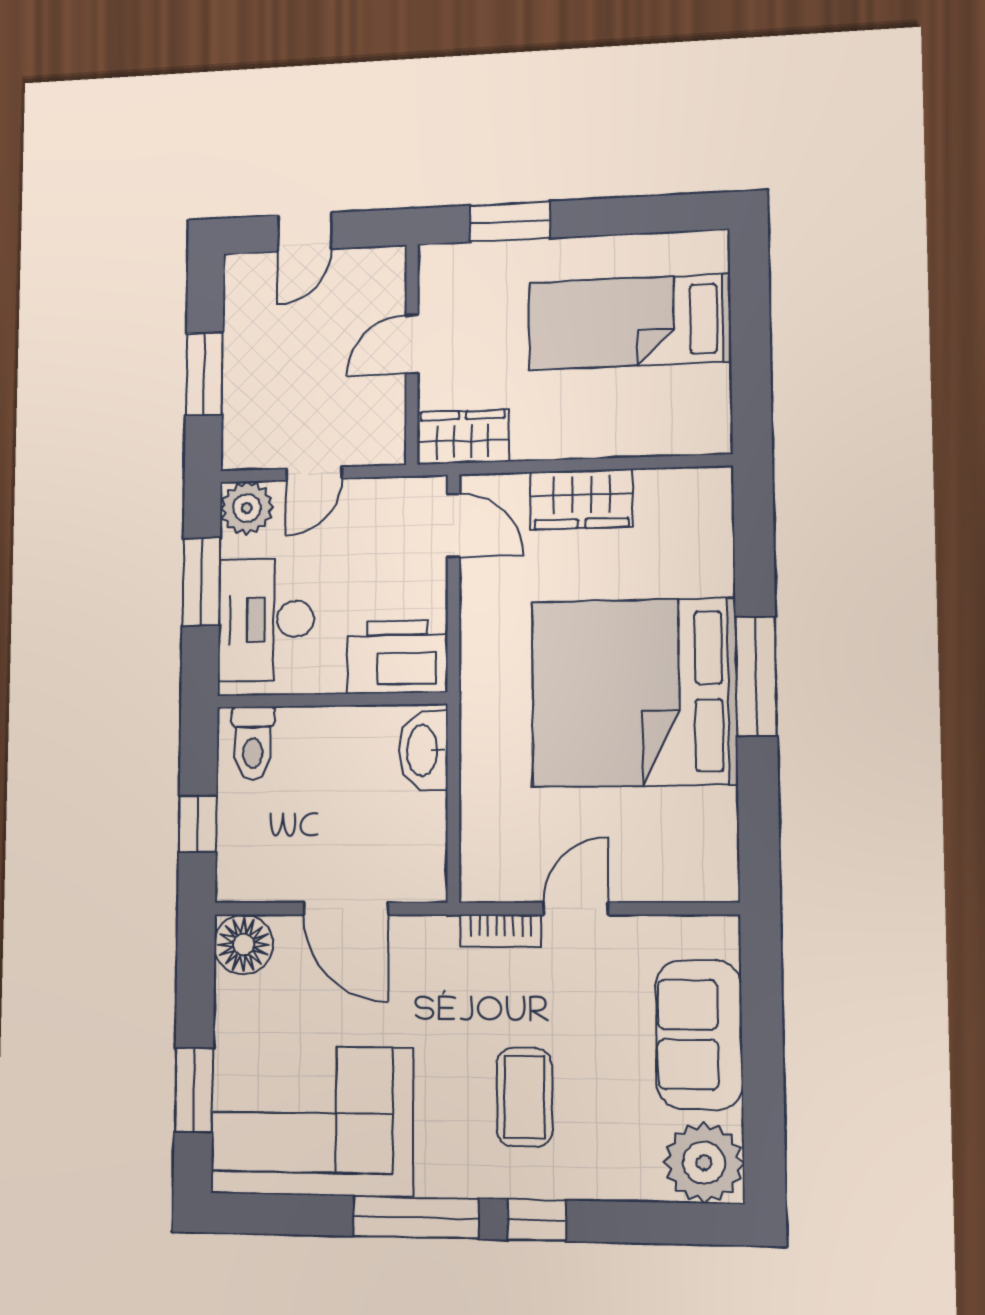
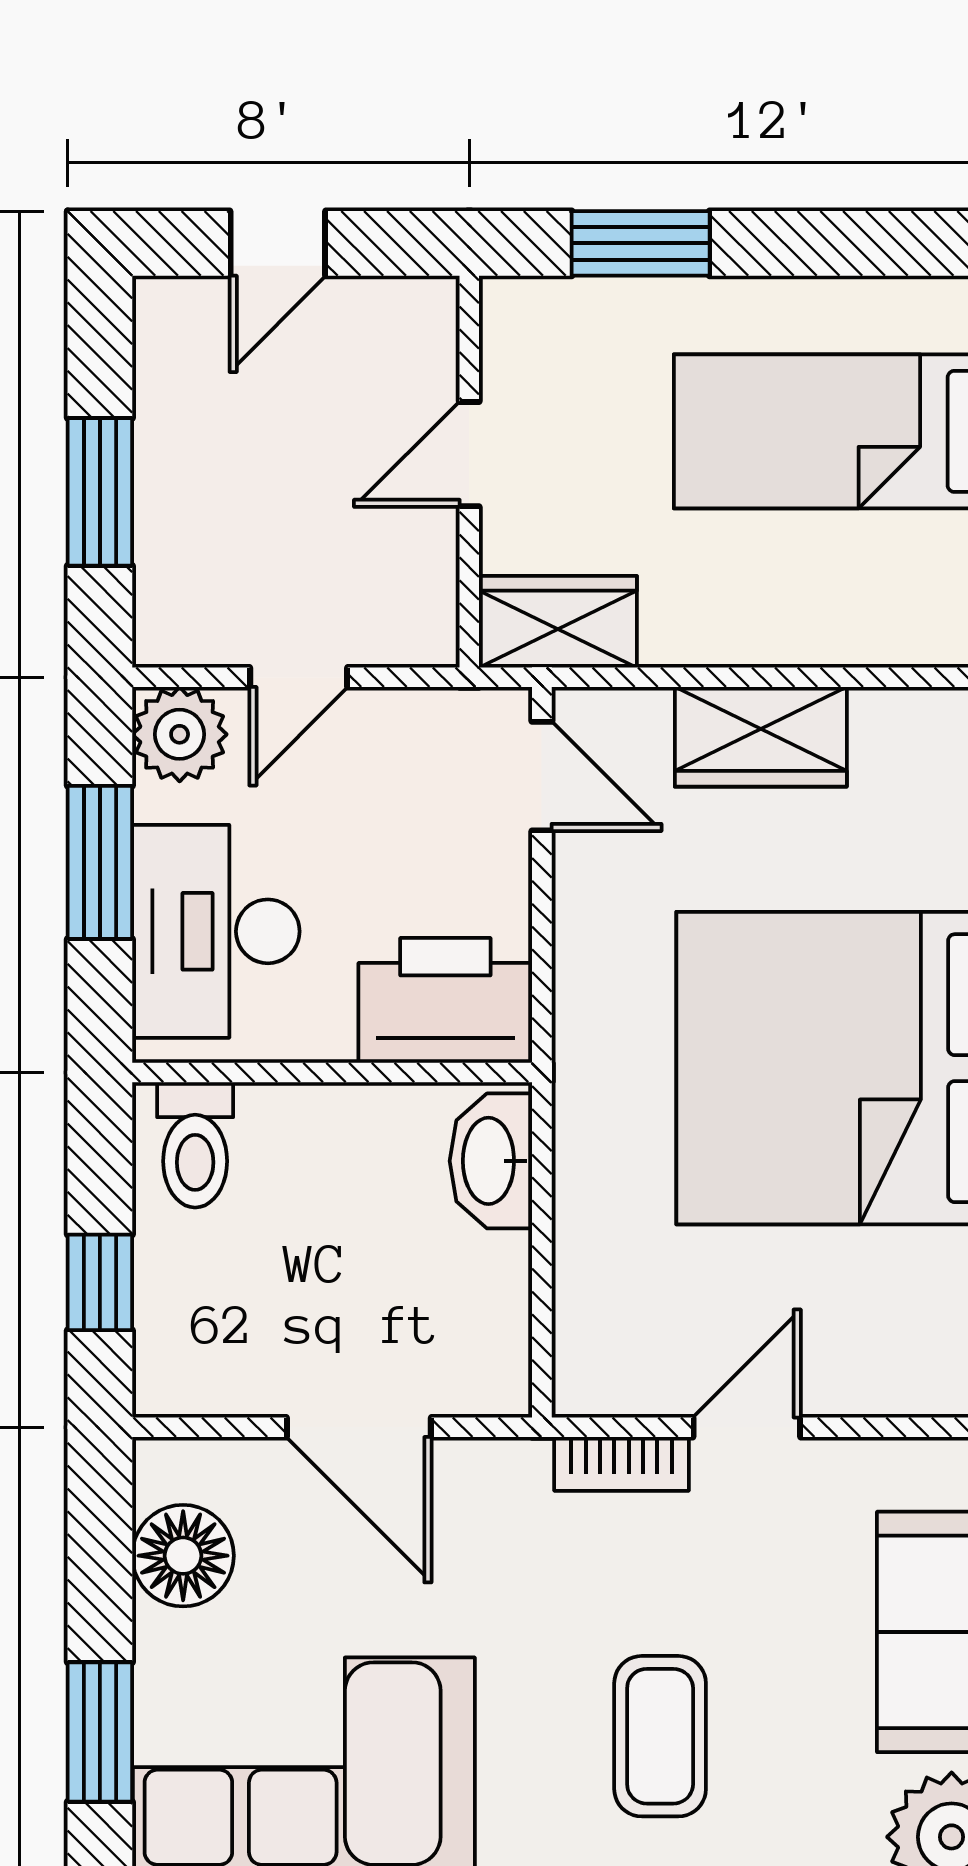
floor lamp: (244, 945) -> (183, 1556), moved

